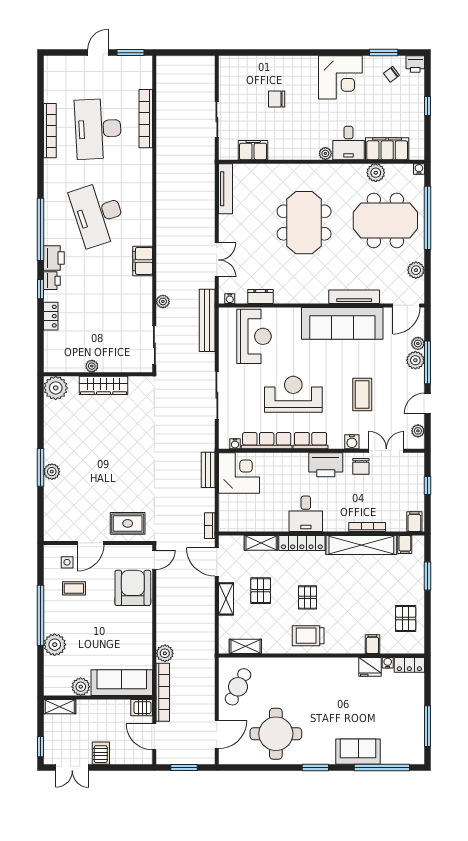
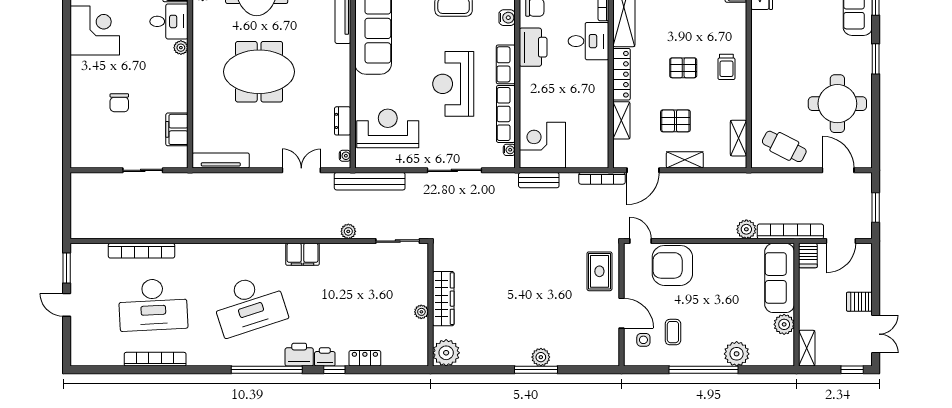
desk: (306, 514) -> (588, 41), moved
bookcase: (210, 526) -> (602, 178), width x1.56
trolley: (308, 636) -> (726, 67), width x0.73, depth x0.72

